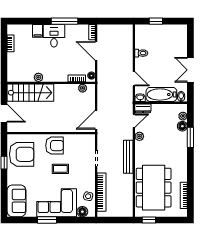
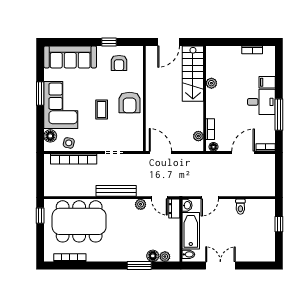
armchair: (22, 154) -> (119, 63), width x0.53, depth x0.53
sofa: (16, 201) -> (70, 57), width x1.36

